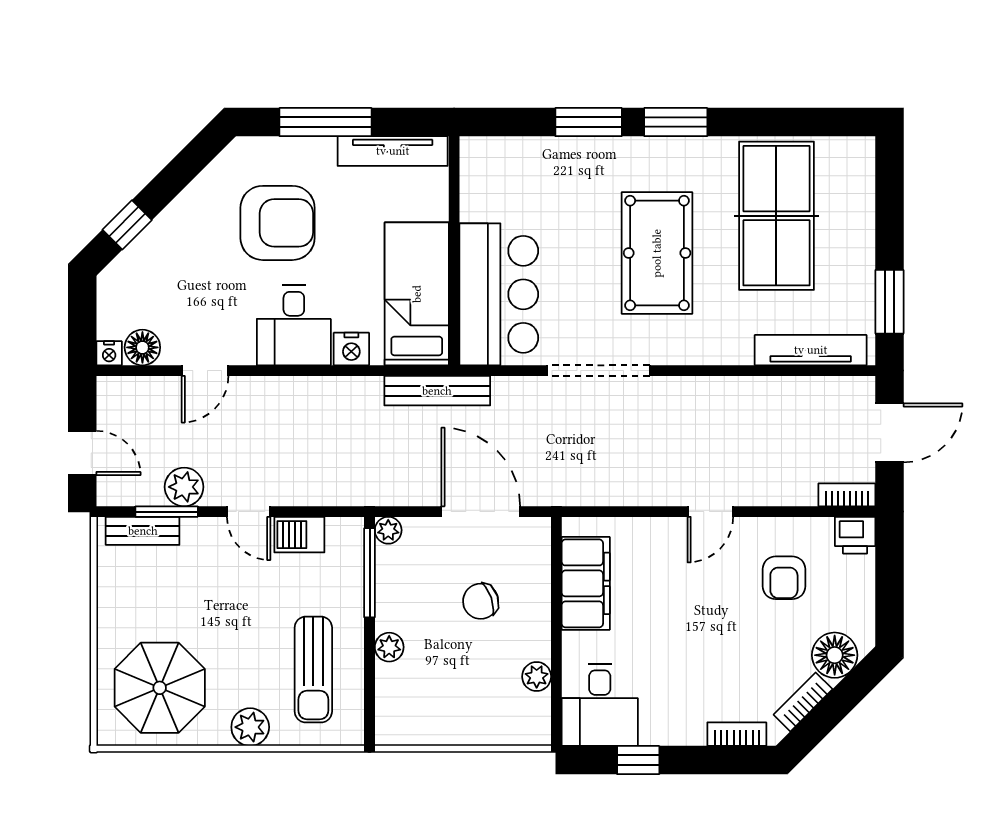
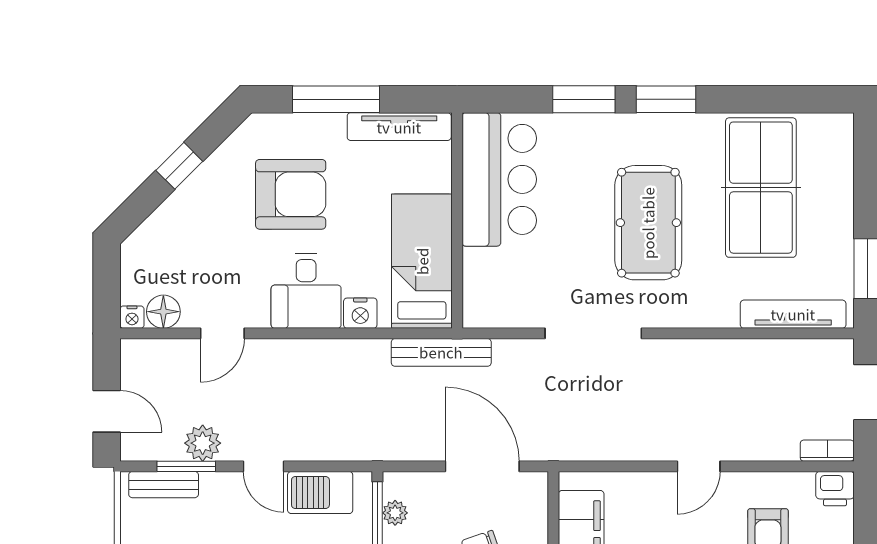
window: (127, 225) -> (179, 166), moved
bar counter: (499, 294) -> (499, 179), moved
plant: (388, 530) -> (395, 513), moved
barbecue: (299, 535) -> (320, 493), width x1.38, depth x1.27

